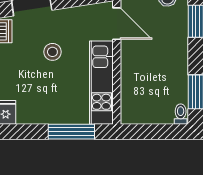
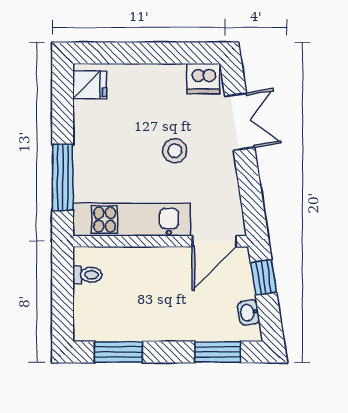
toilet: (181, 114) -> (87, 275), moved

